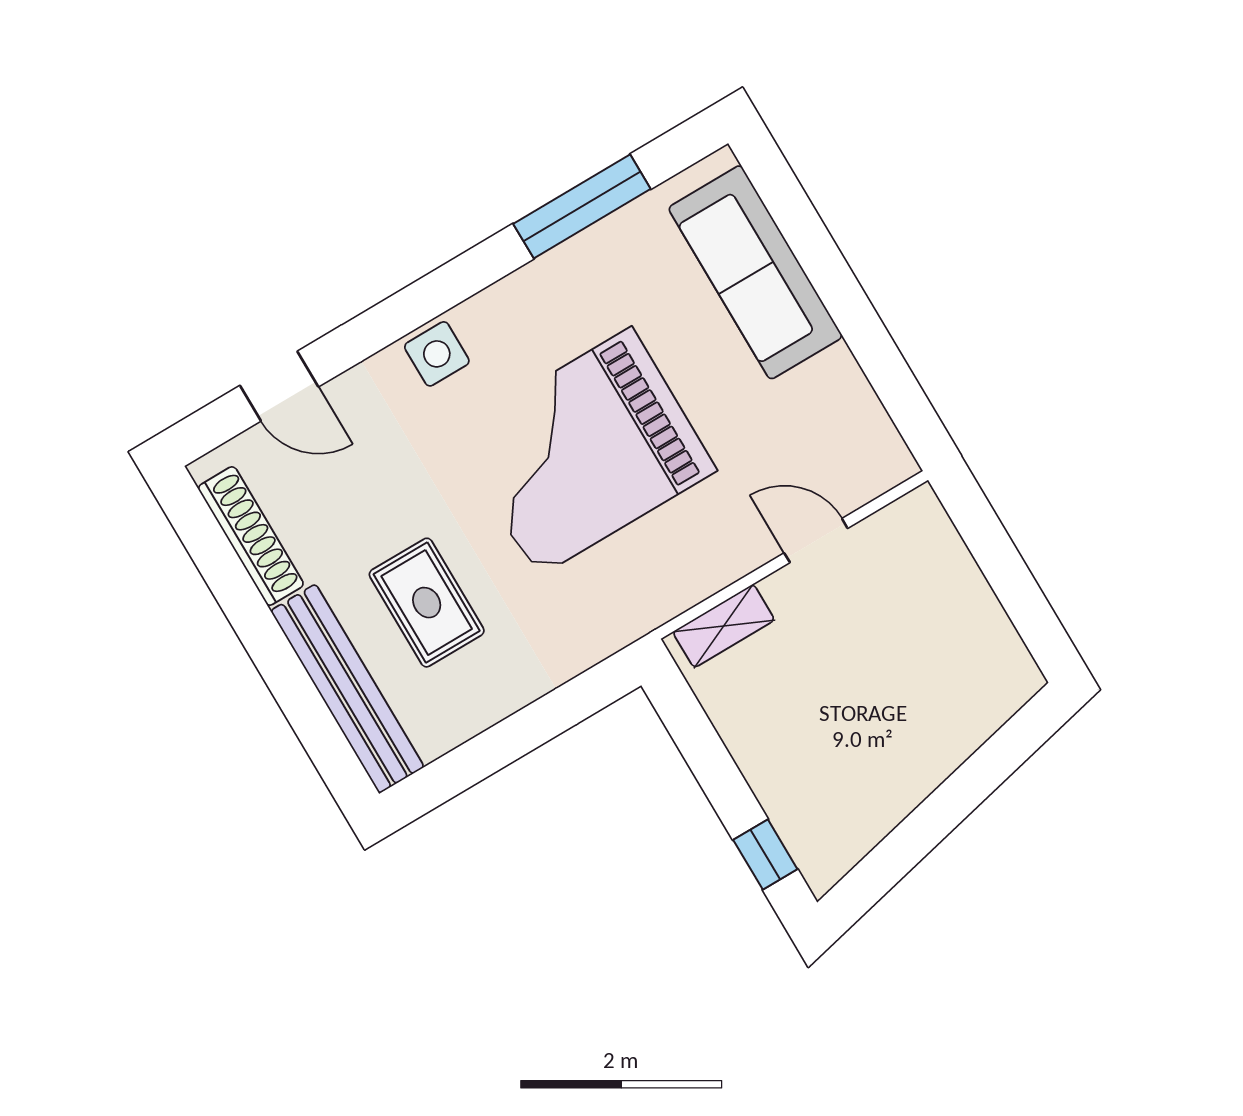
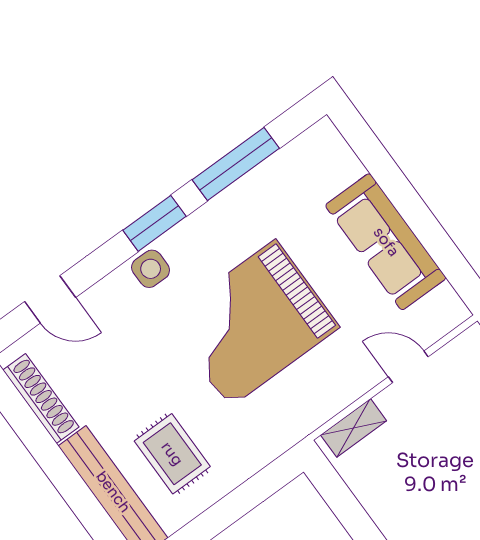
sofa: (755, 272) -> (386, 242), moved
window: (449, 285) -> (154, 223), added
rug: (427, 603) -> (172, 454), moved

